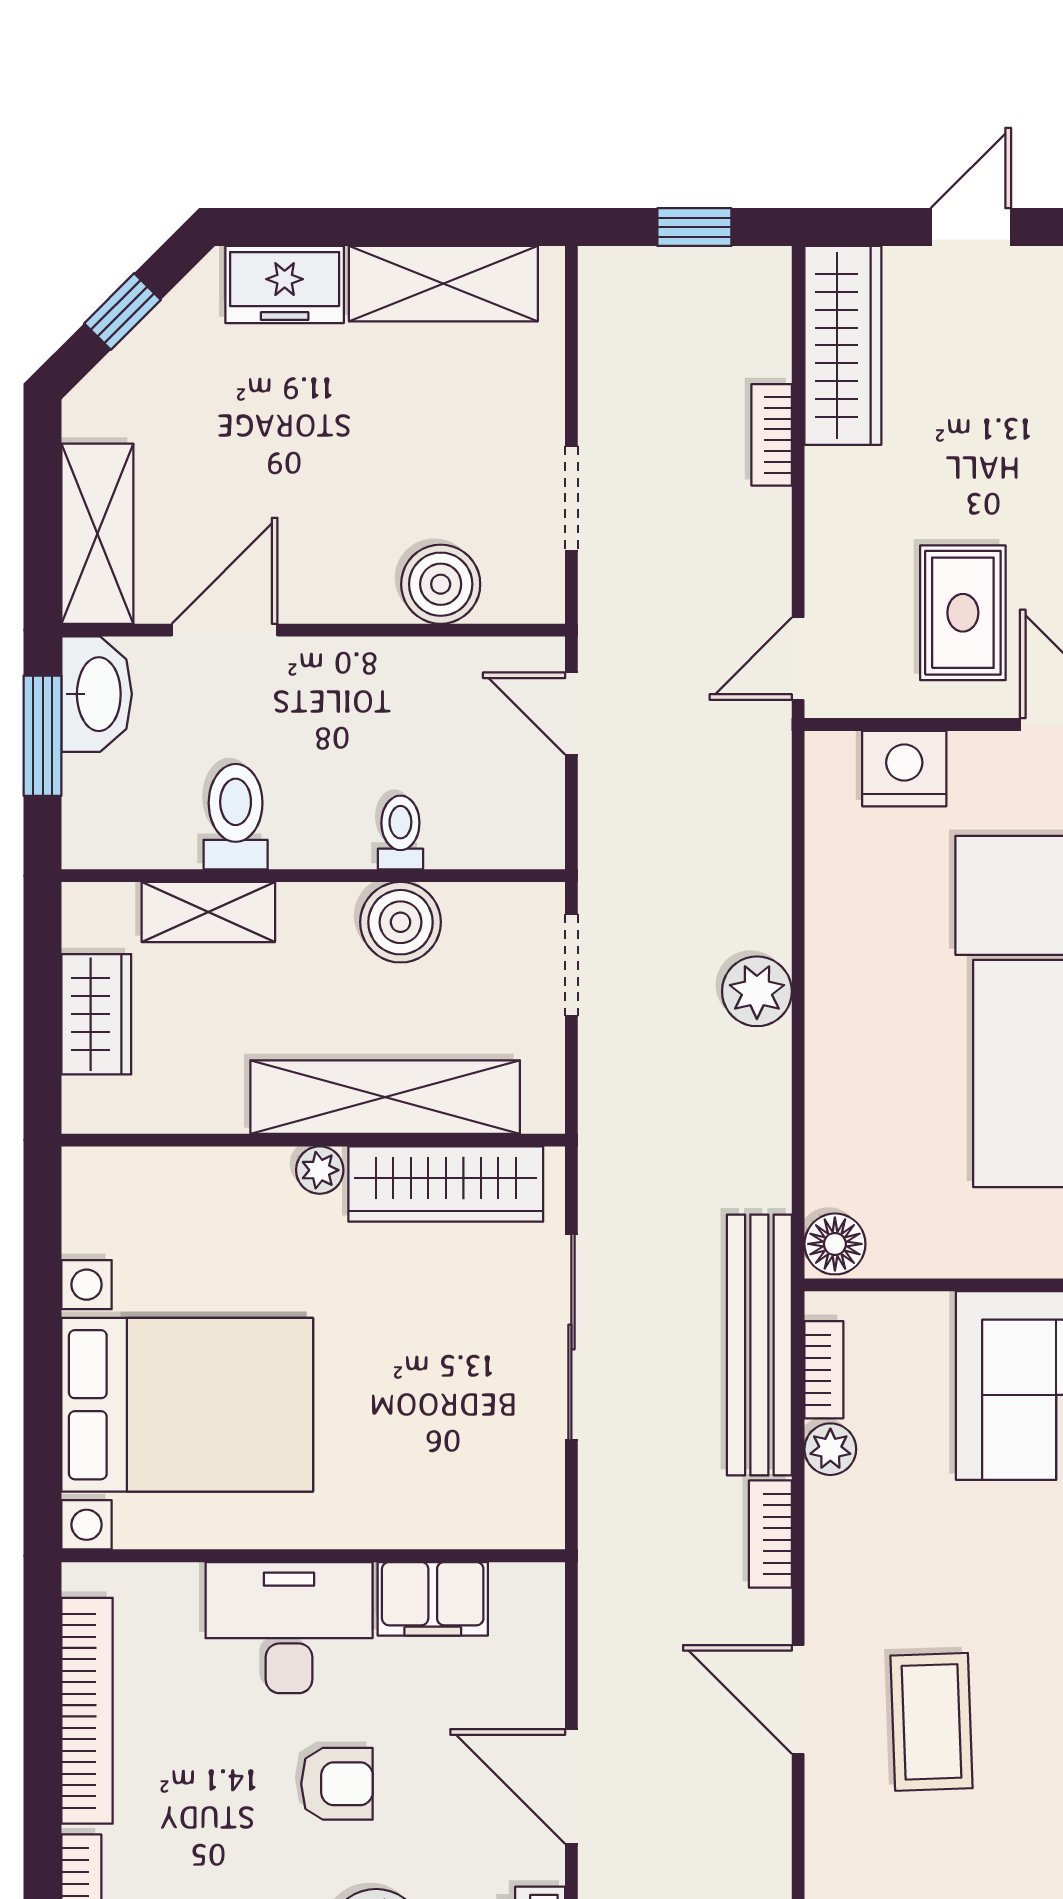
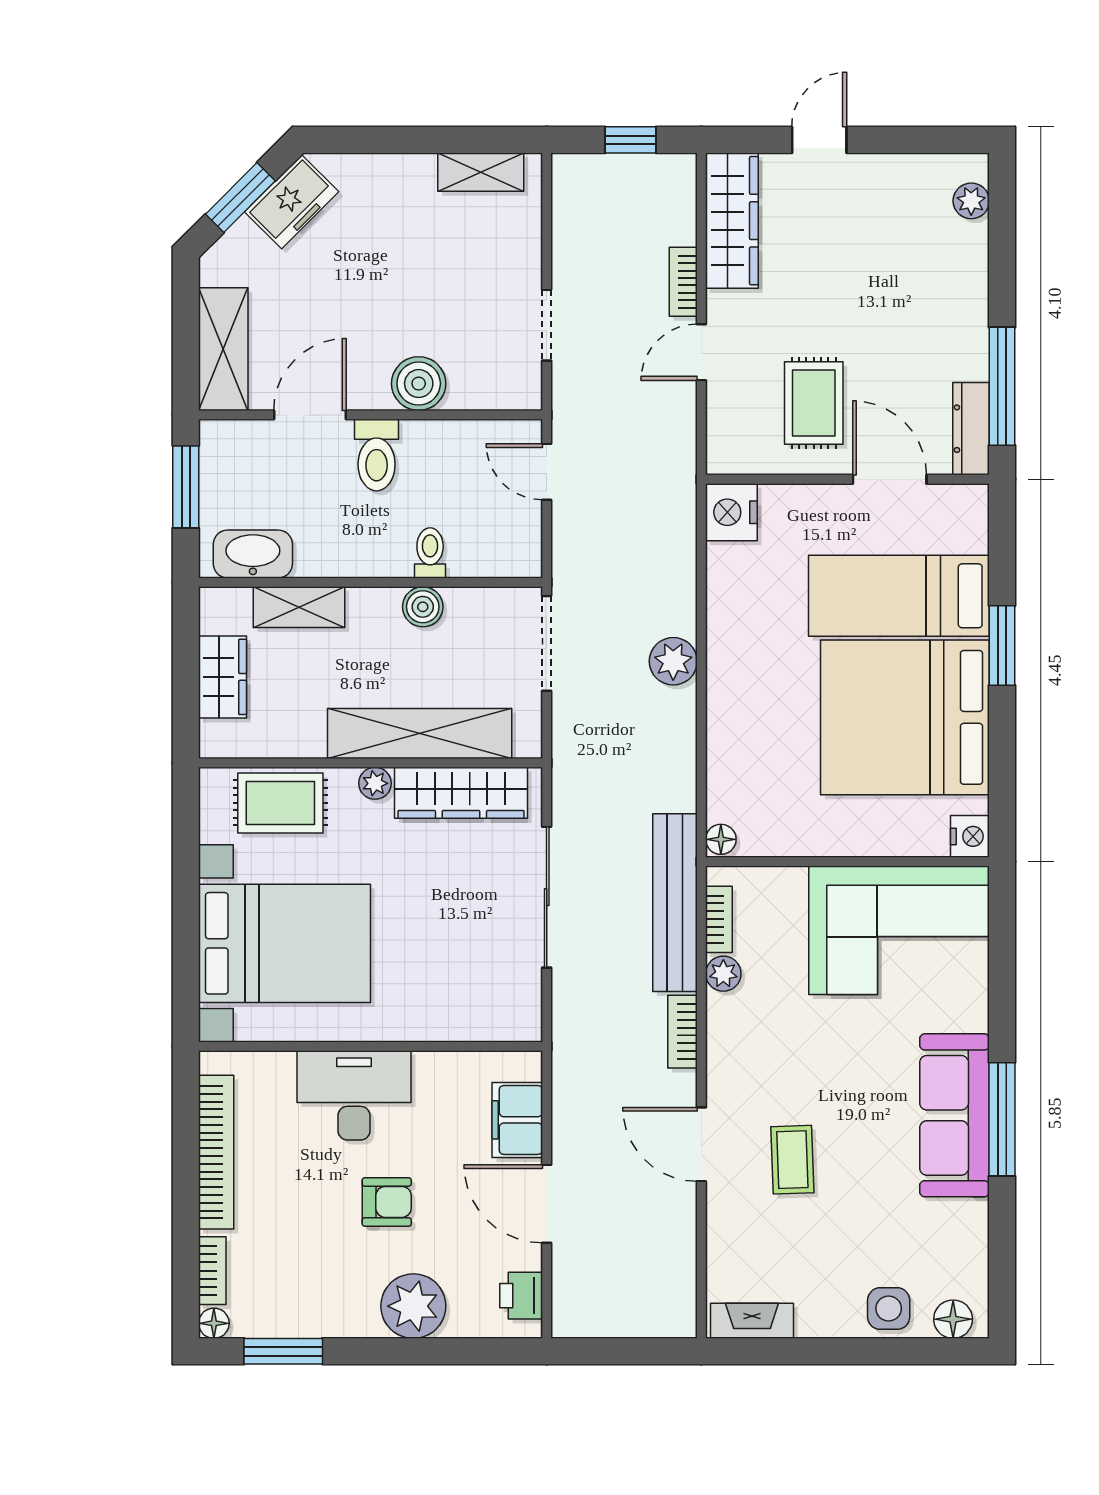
freezer: (285, 284) -> (292, 202), moved, turned -45
shelving: (443, 284) -> (481, 172), width x0.67, depth x0.75
window: (122, 312) -> (240, 198), width x1.50
boiler: (441, 584) -> (419, 384), moved
door: (798, 659) -> (701, 352), moved
washbasin: (97, 694) -> (253, 554), moved, turned -90
nightstand: (904, 769) -> (731, 512), moved, turned -90
toilet: (236, 817) -> (377, 455), moved, turned 180
boiler: (401, 922) -> (423, 607), width x0.73, depth x0.73
doorway: (571, 965) -> (547, 643), width x1.38
rug: (181, 1199) -> (280, 803), added
floor lamp: (835, 1244) -> (721, 839), width x0.73, depth x0.73
filing cabinet: (433, 1599) -> (517, 1120), moved, turned 90
coffee table: (932, 1722) -> (792, 1160), width x0.73, depth x0.77

